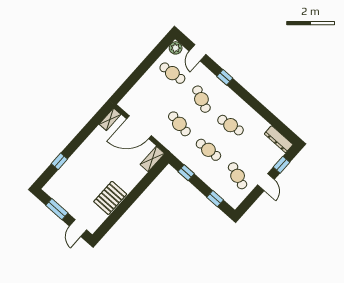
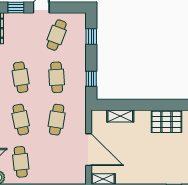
cafe table: (201, 99) -> (21, 120), turned -36
shelving: (152, 159) -> (120, 116), moved

